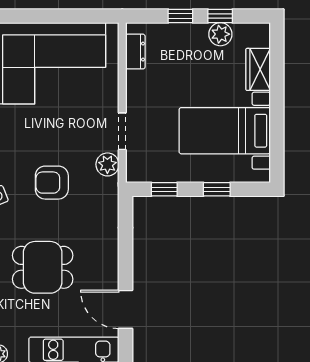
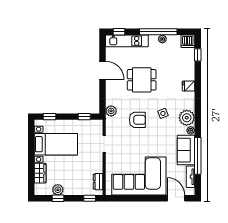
window: (180, 16) -> (90, 198), moved
plant: (107, 164) -> (111, 111), moved
window: (217, 189) -> (49, 117), moved
door: (126, 309) -> (103, 70), moved

